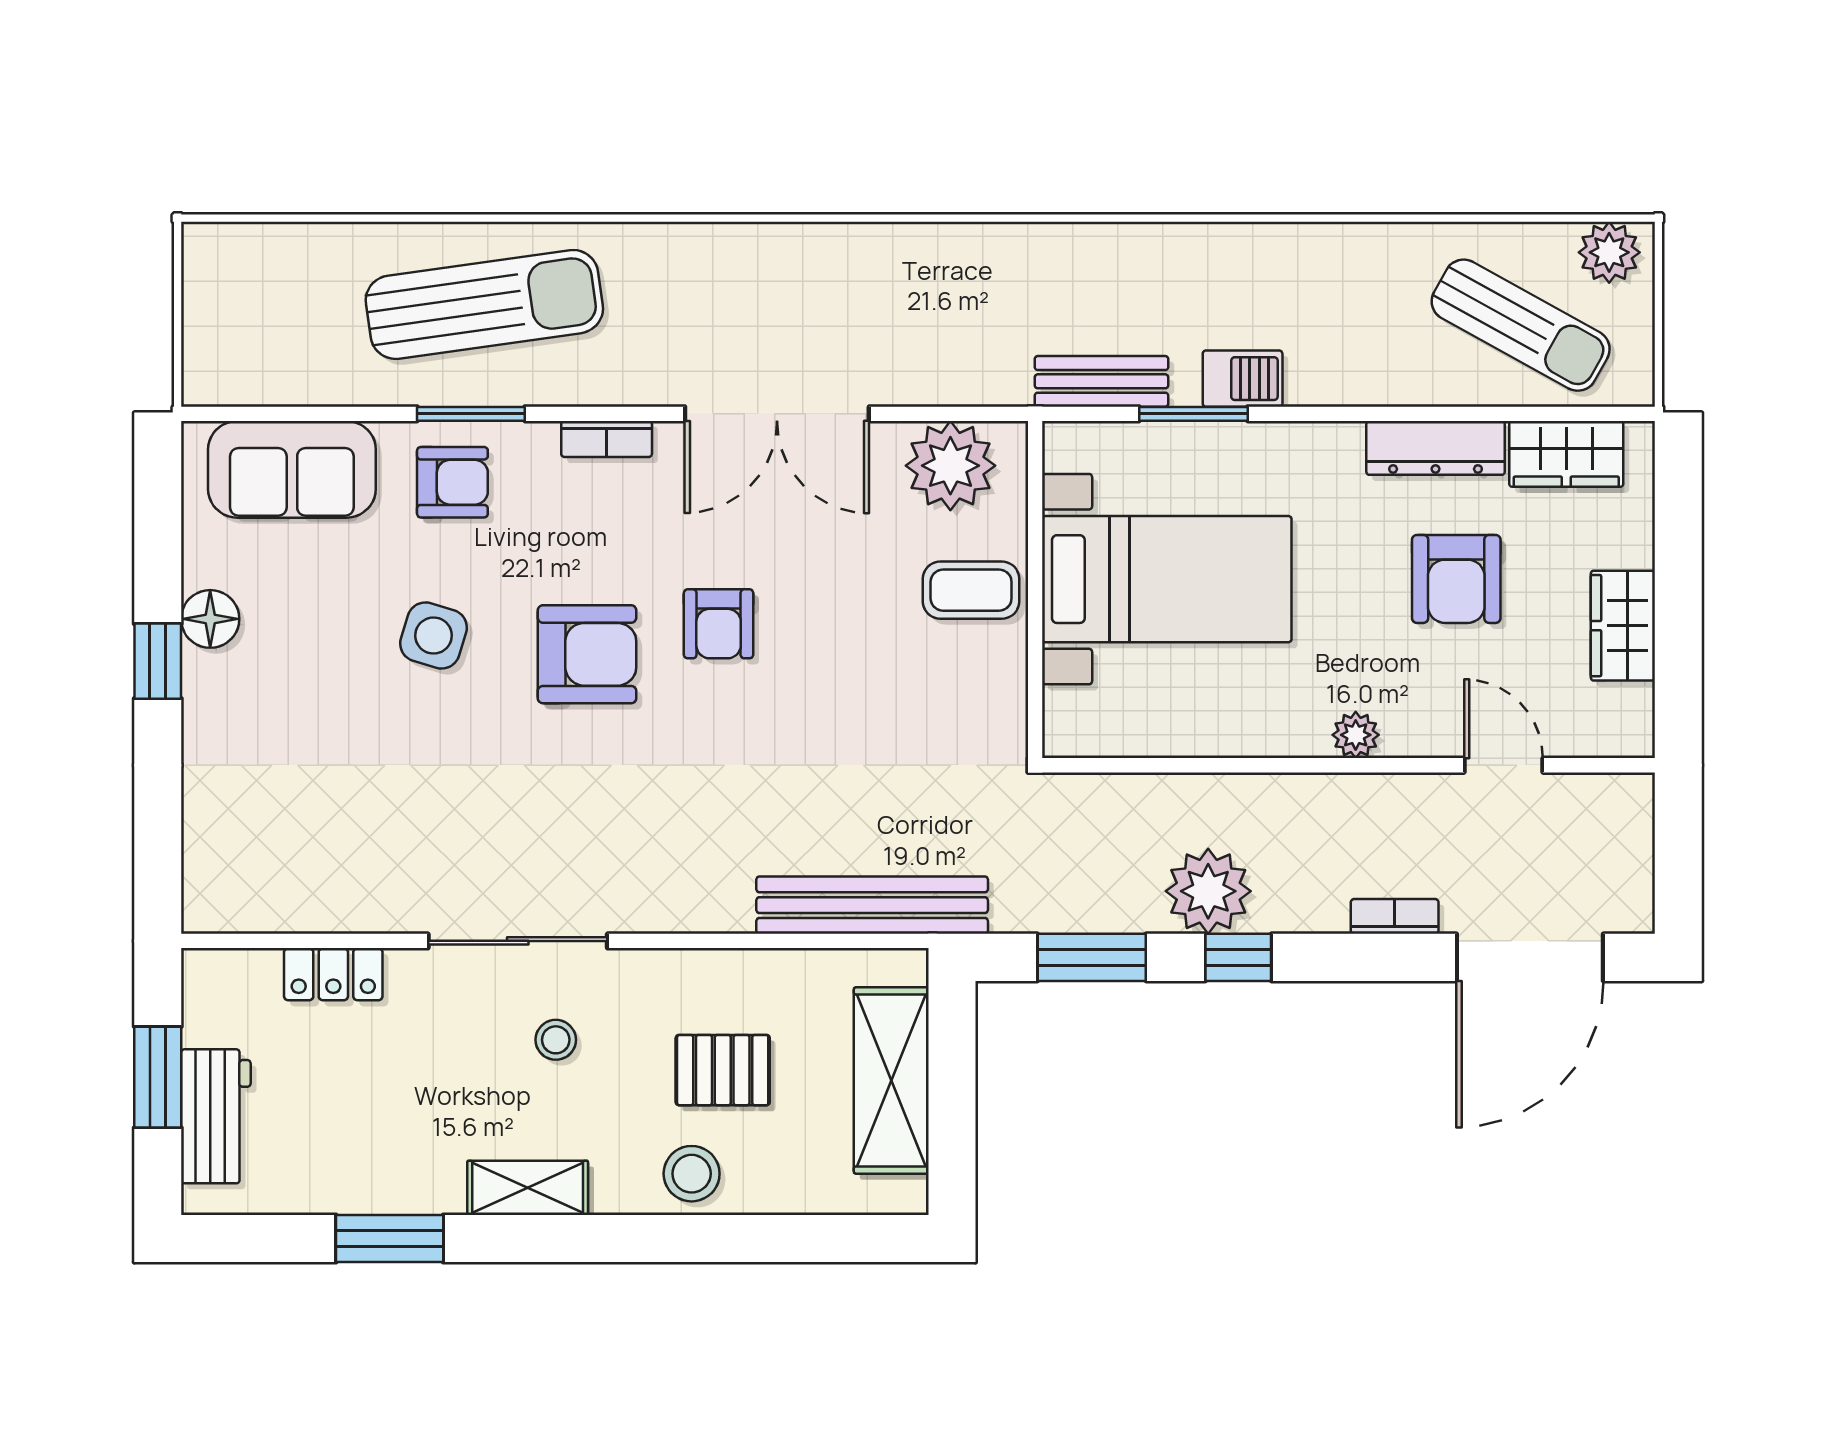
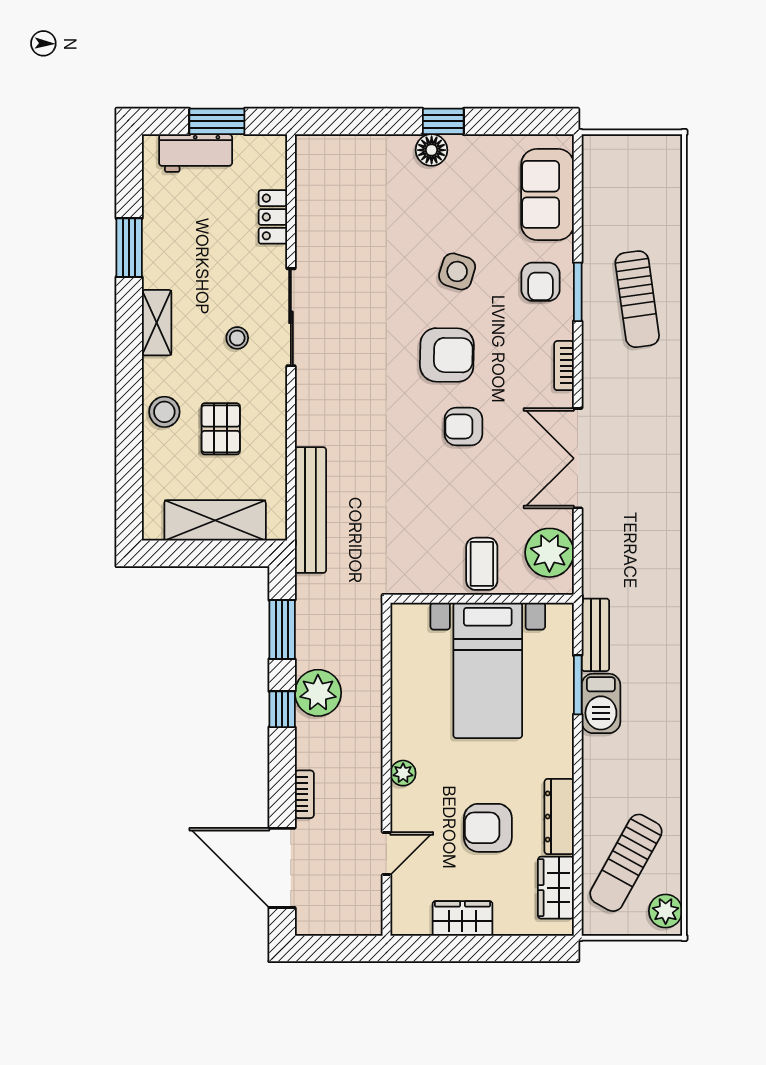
sun lounger: (484, 304) -> (637, 299), width x0.73, depth x0.75
barbecue: (1243, 379) -> (601, 703), width x1.38, depth x1.27
floor lamp: (210, 619) -> (432, 150), moved
armchair: (587, 654) -> (447, 355), turned -89

